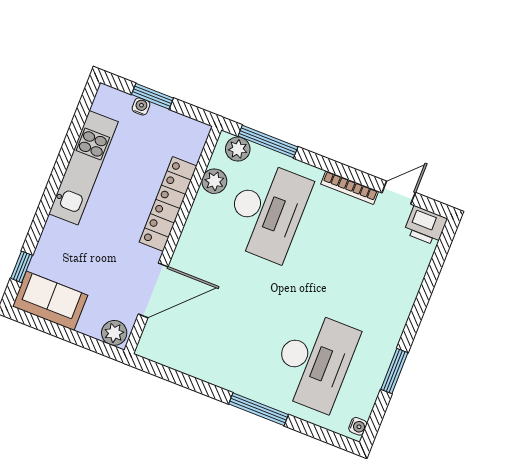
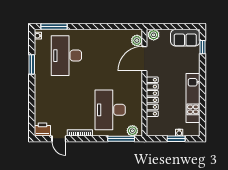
plant: (214, 181) -> (137, 40), moved
door: (399, 193) -> (59, 139), hinge flipped
window: (259, 409) -> (54, 27), moved

